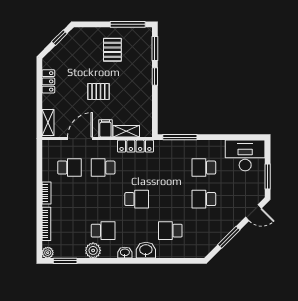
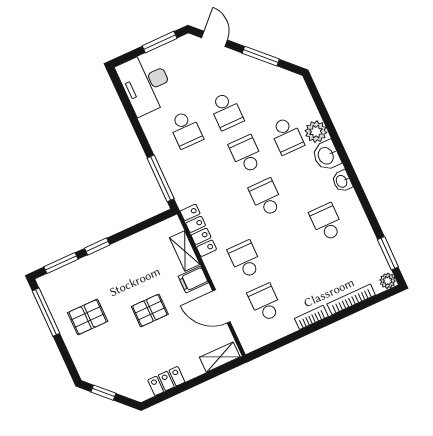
pallet: (98, 92) -> (150, 310), turned 90
school desk: (103, 168) -> (245, 259), turned 180
school desk: (170, 199) -> (246, 154), added
plant: (93, 250) -> (316, 132), moved

